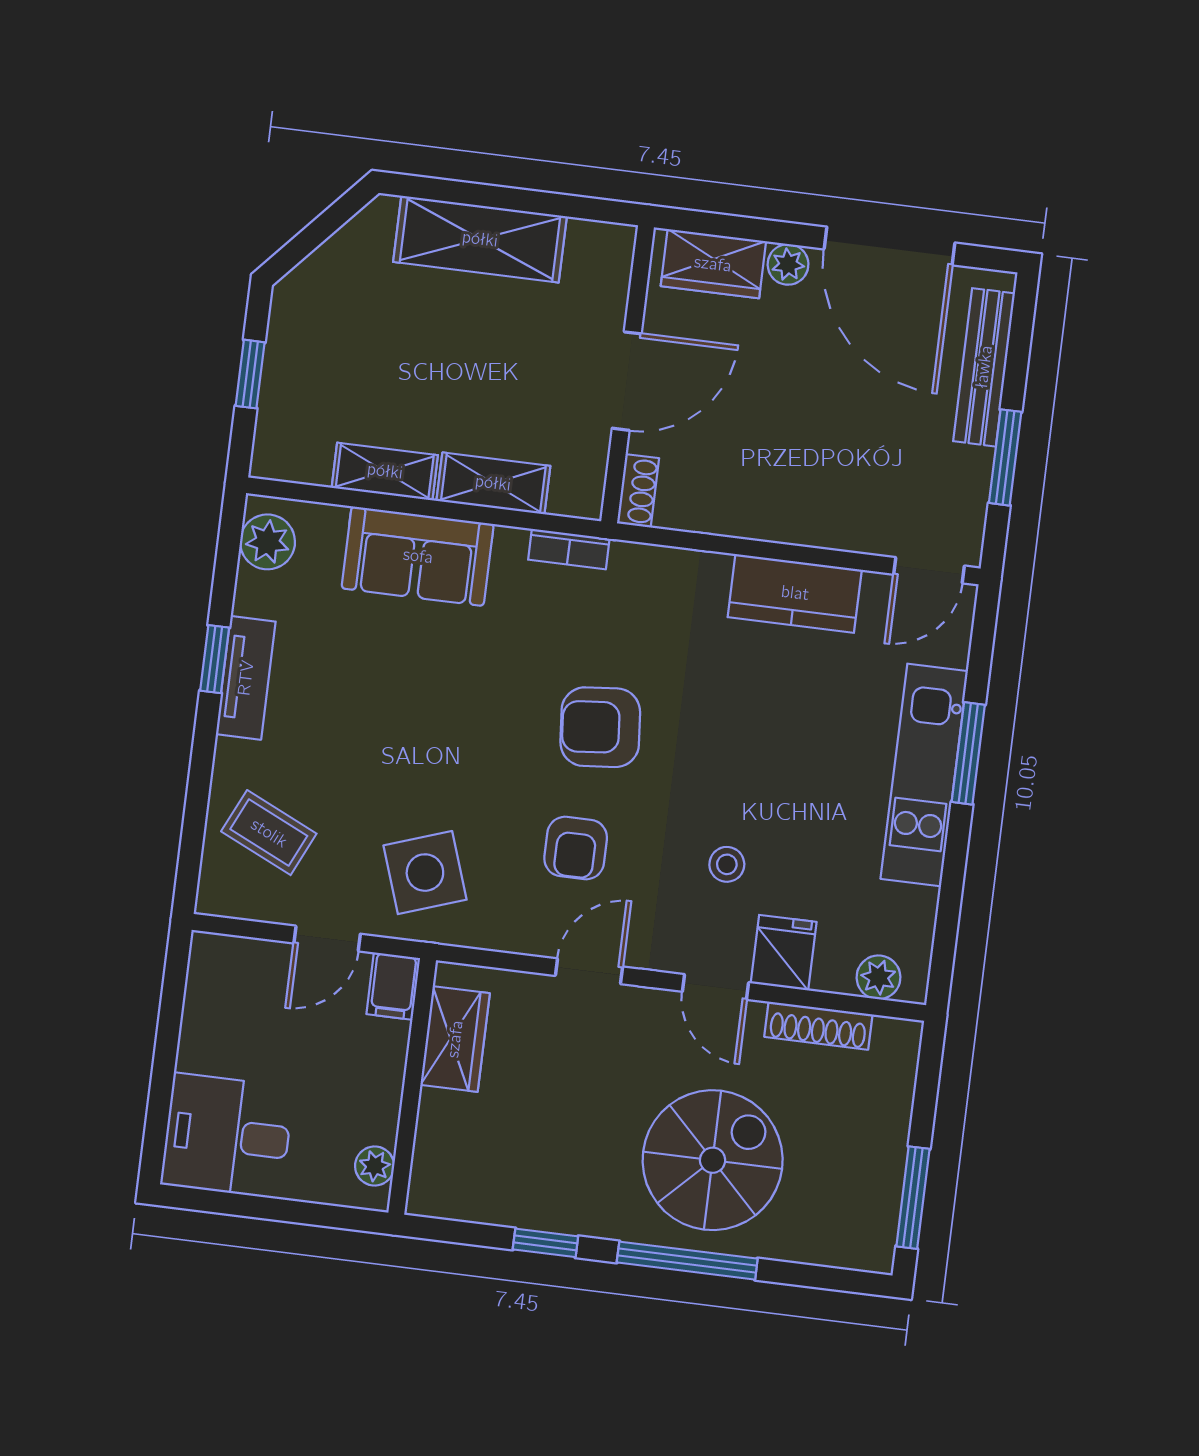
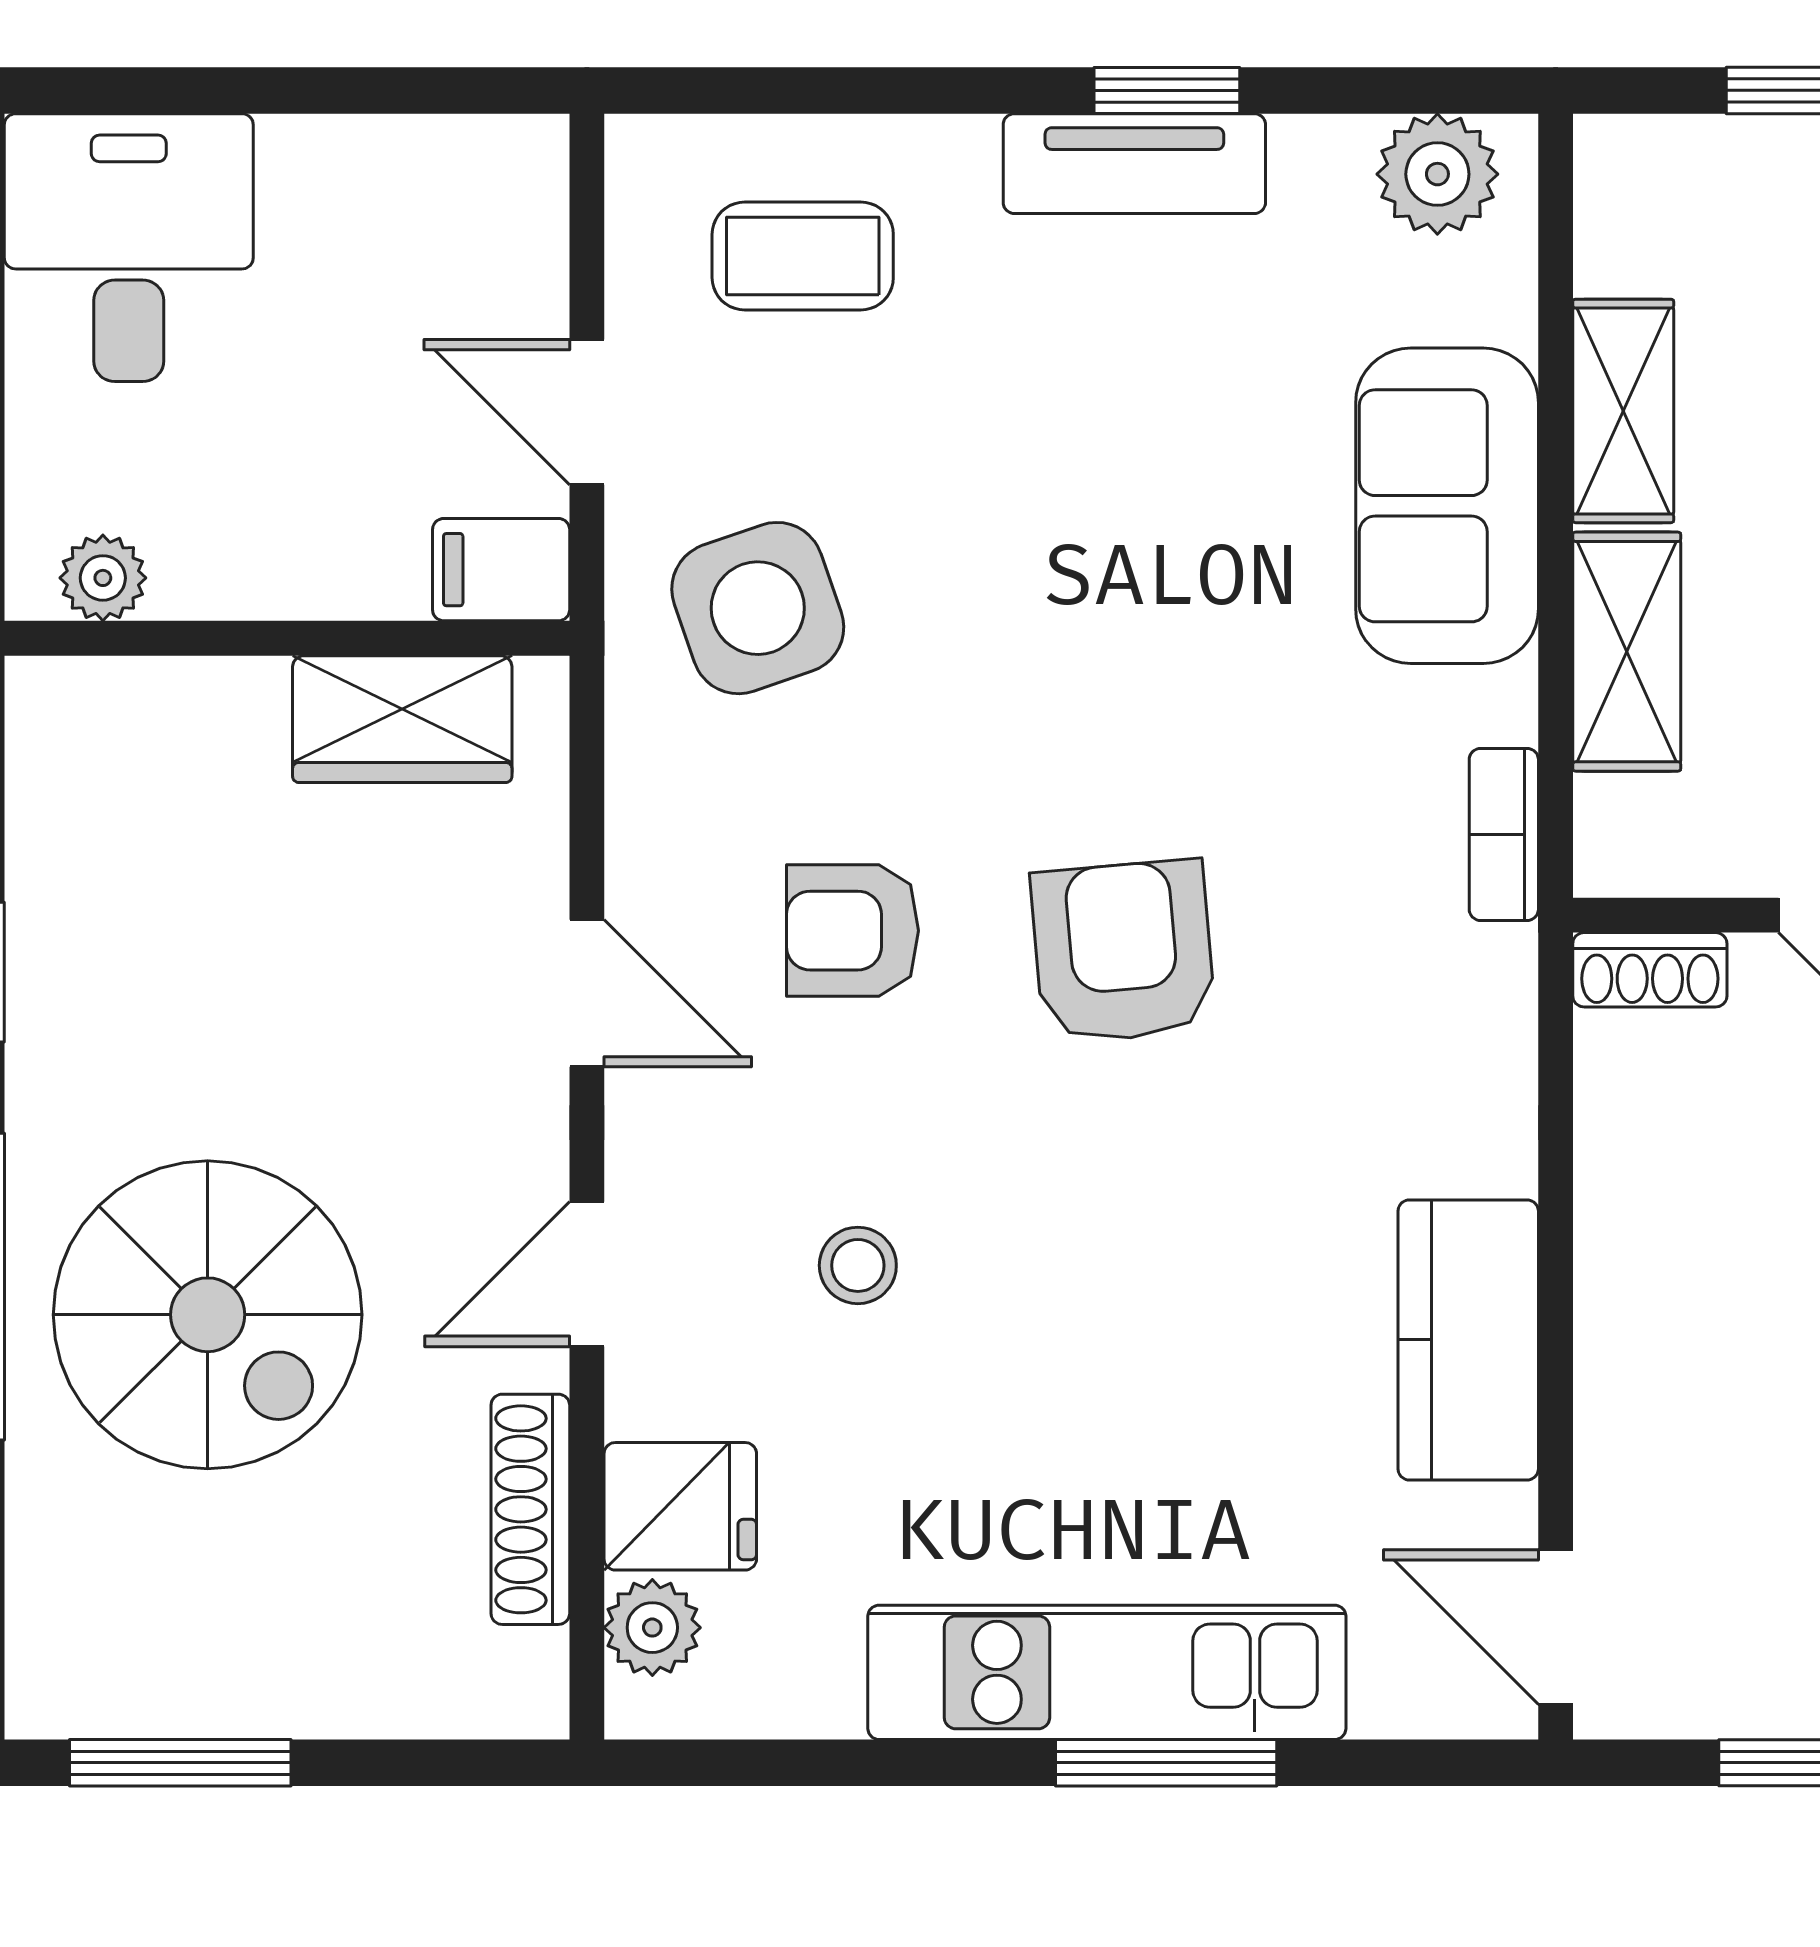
coffee table: (269, 833) -> (803, 256), turned 65
fridge: (784, 953) -> (680, 1506), moved

